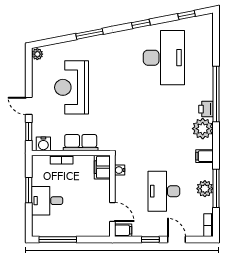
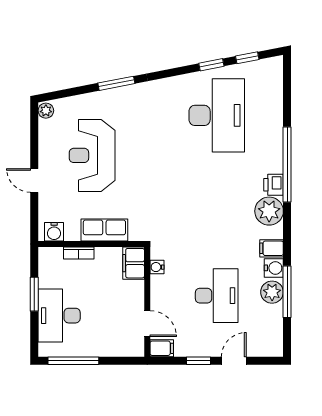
window: (141, 24) -> (211, 65), moved
window: (29, 131) -> (34, 215), removed
water cooler: (206, 171) -> (274, 268), added
desk: (164, 191) -> (217, 296), turned 180
desk: (47, 201) -> (59, 316), width x1.37
bookcase: (209, 225) -> (277, 341), removed
door: (177, 240) -> (234, 361), hinge flipped

